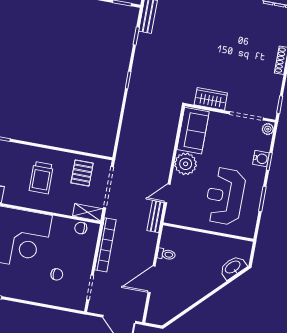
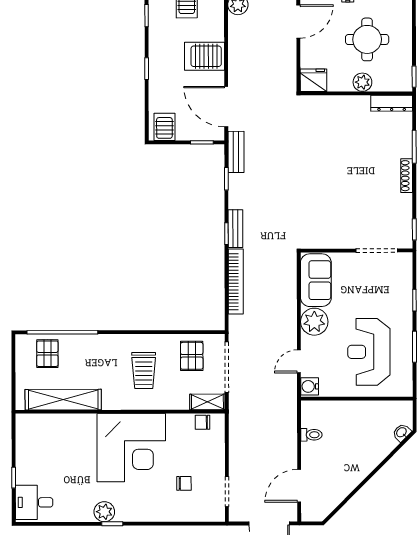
wardrobe: (211, 99) -> (330, 238), removed
plant: (268, 129) -> (405, 262), removed
water cooler: (261, 159) -> (310, 386), moved, turned 180
bench: (156, 217) -> (235, 229), moved
bookcase: (105, 245) -> (236, 282), moved
washbasin: (233, 267) -> (402, 432), width x0.52, depth x0.69
door: (152, 279) -> (299, 486), moved

